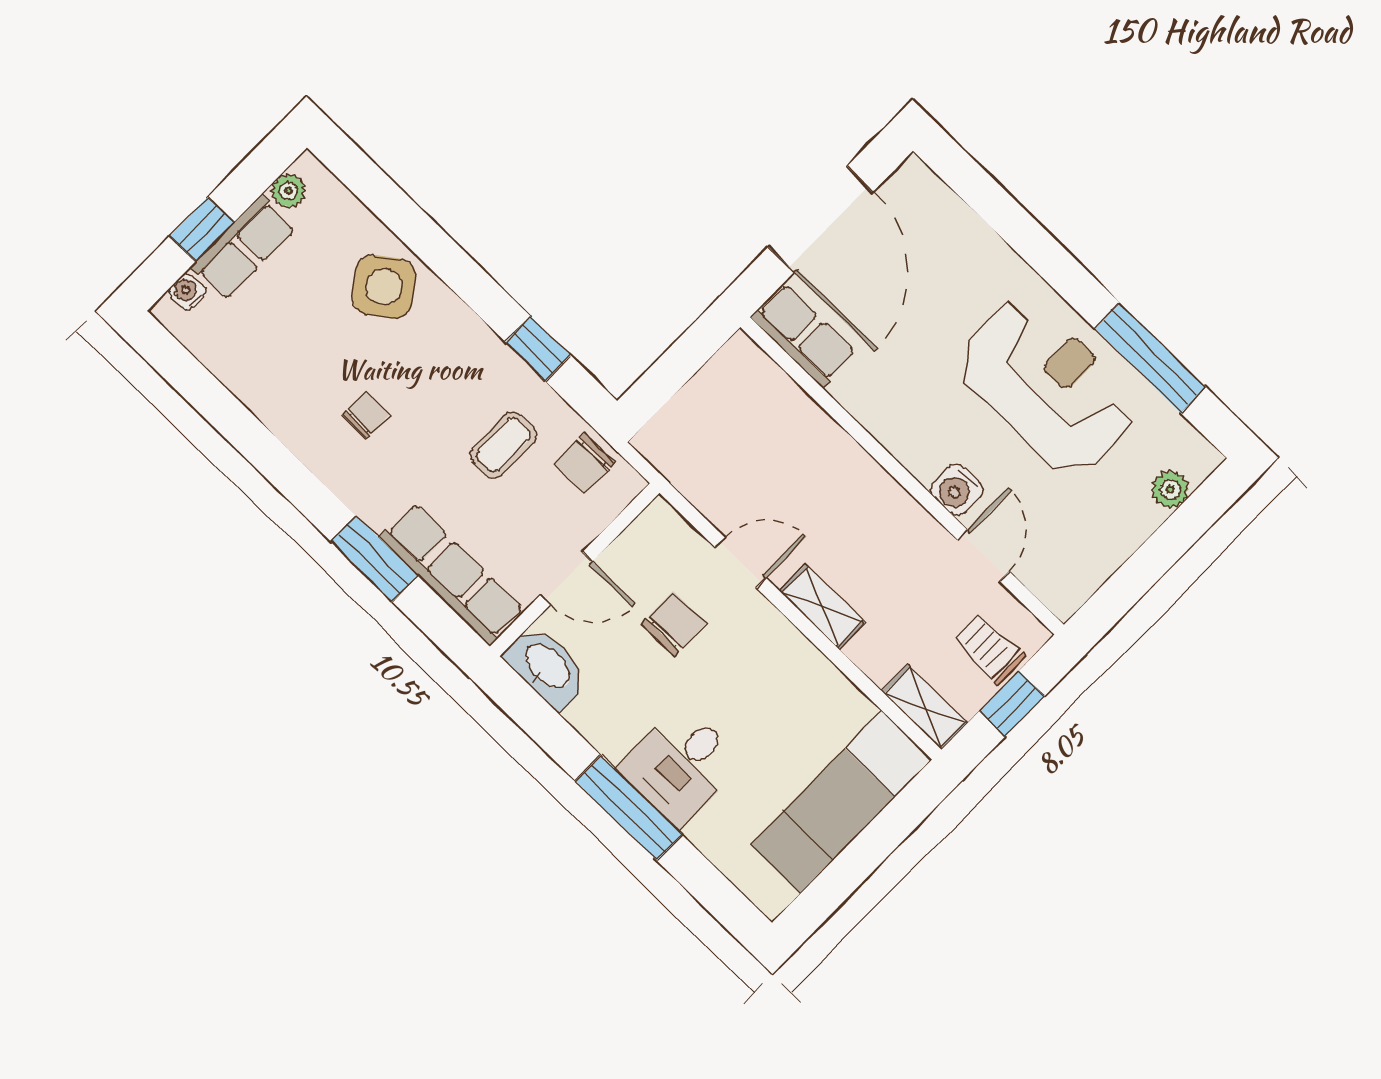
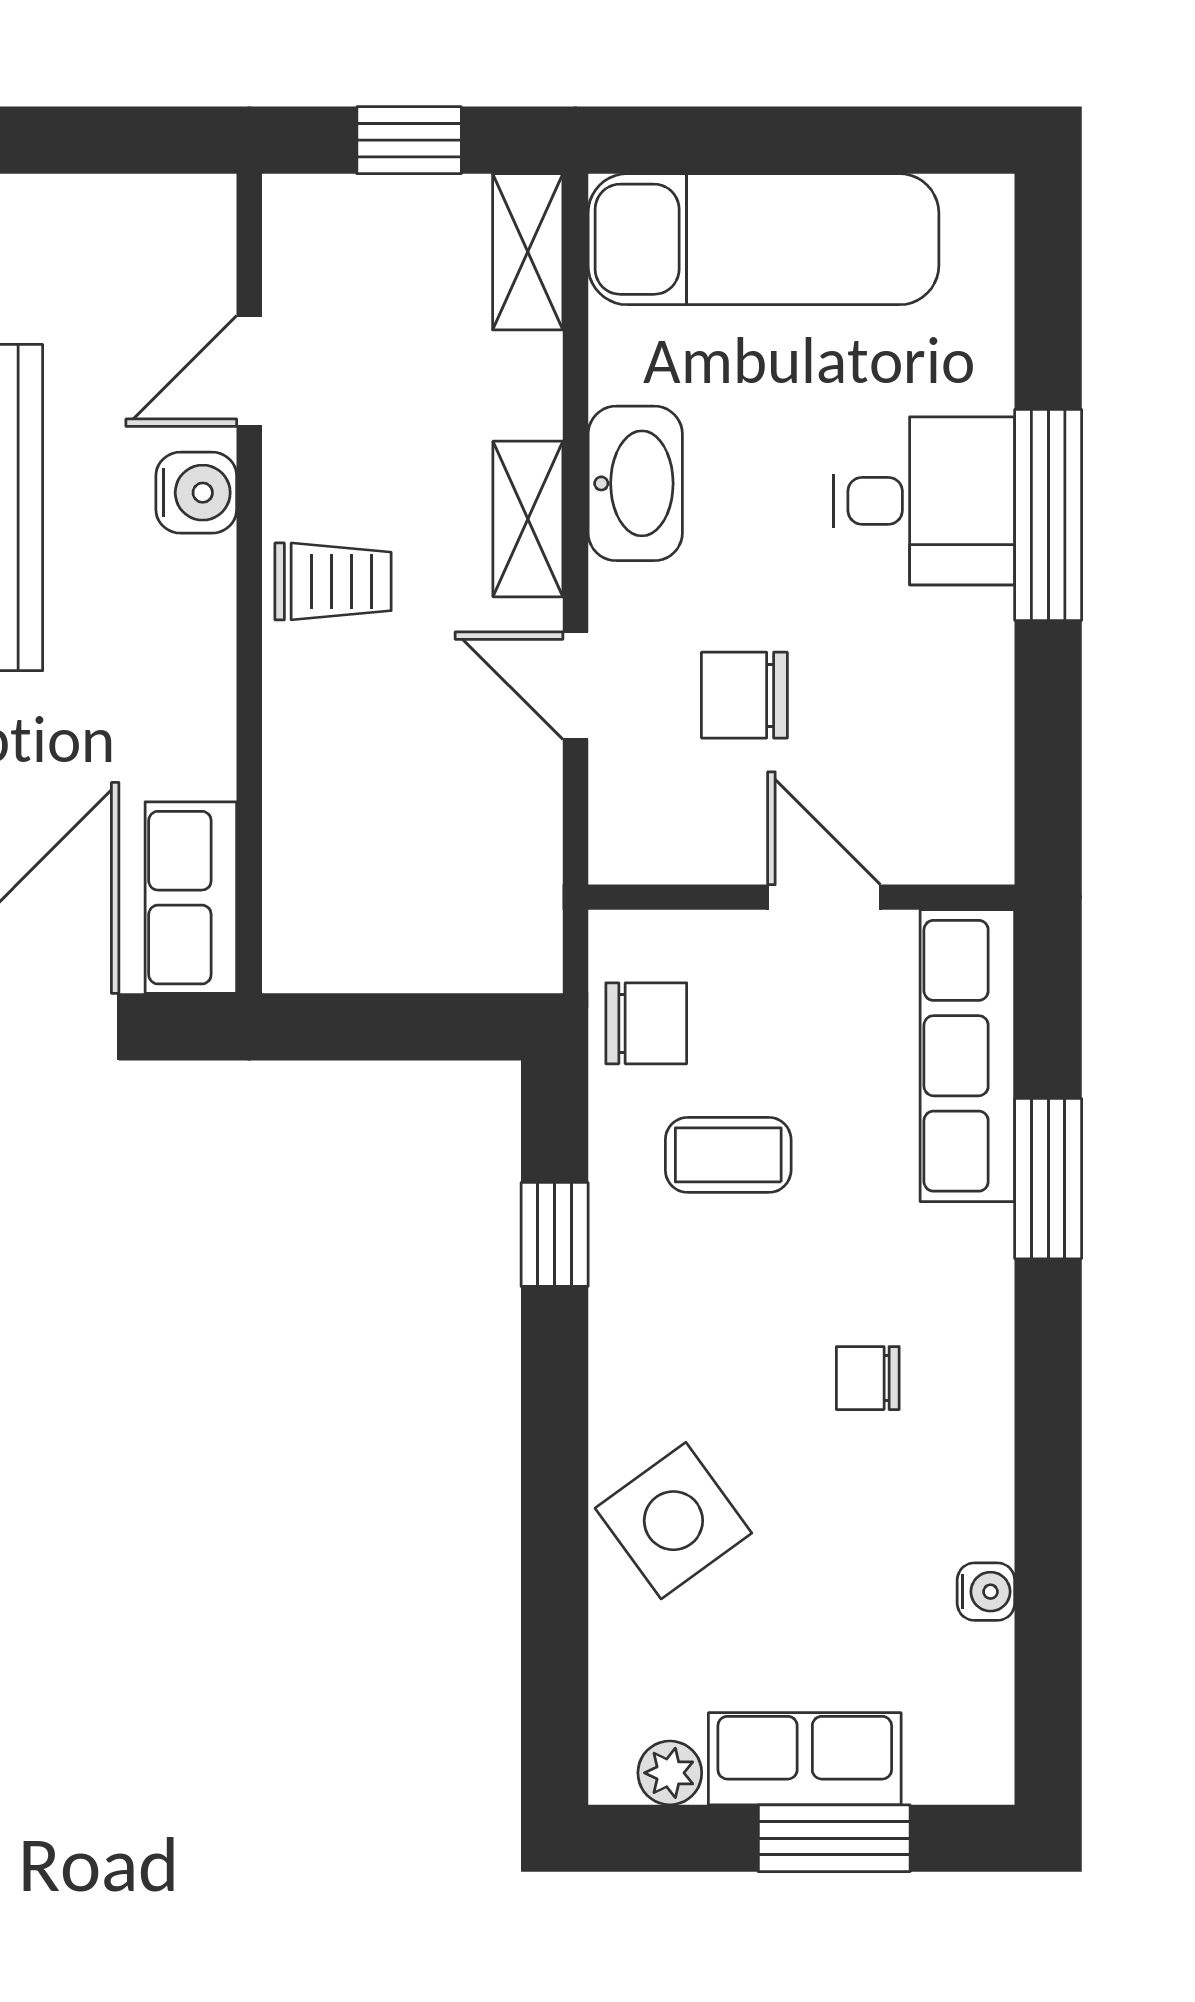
window: (202, 229) -> (834, 1838), width x1.50
water cooler: (187, 292) -> (986, 1592), moved, turned -90
trolley: (989, 649) -> (333, 581), moved, turned -90
washbasin: (547, 667) -> (635, 483), moved, turned 180

